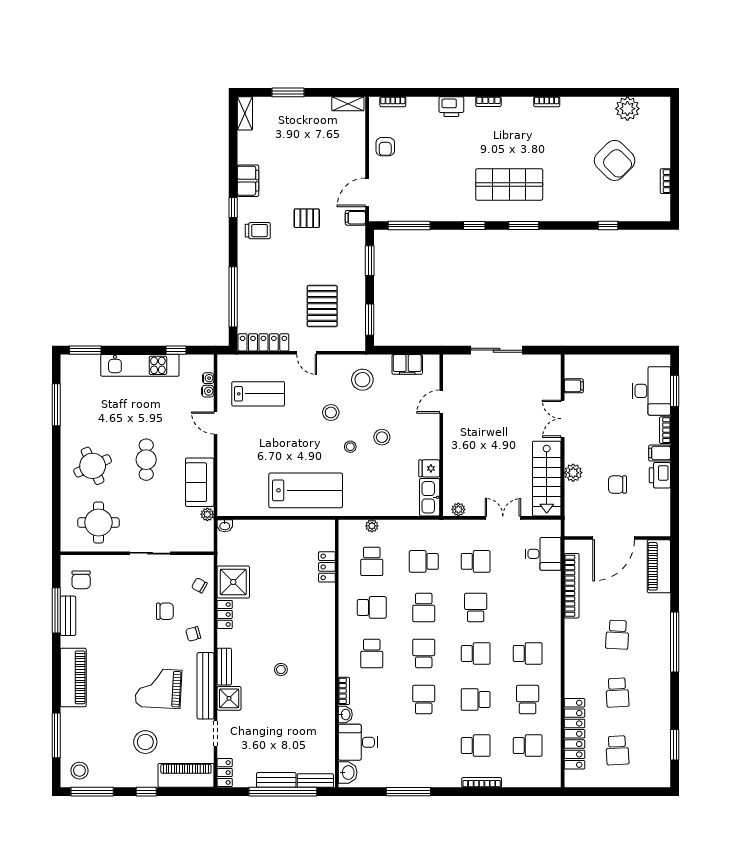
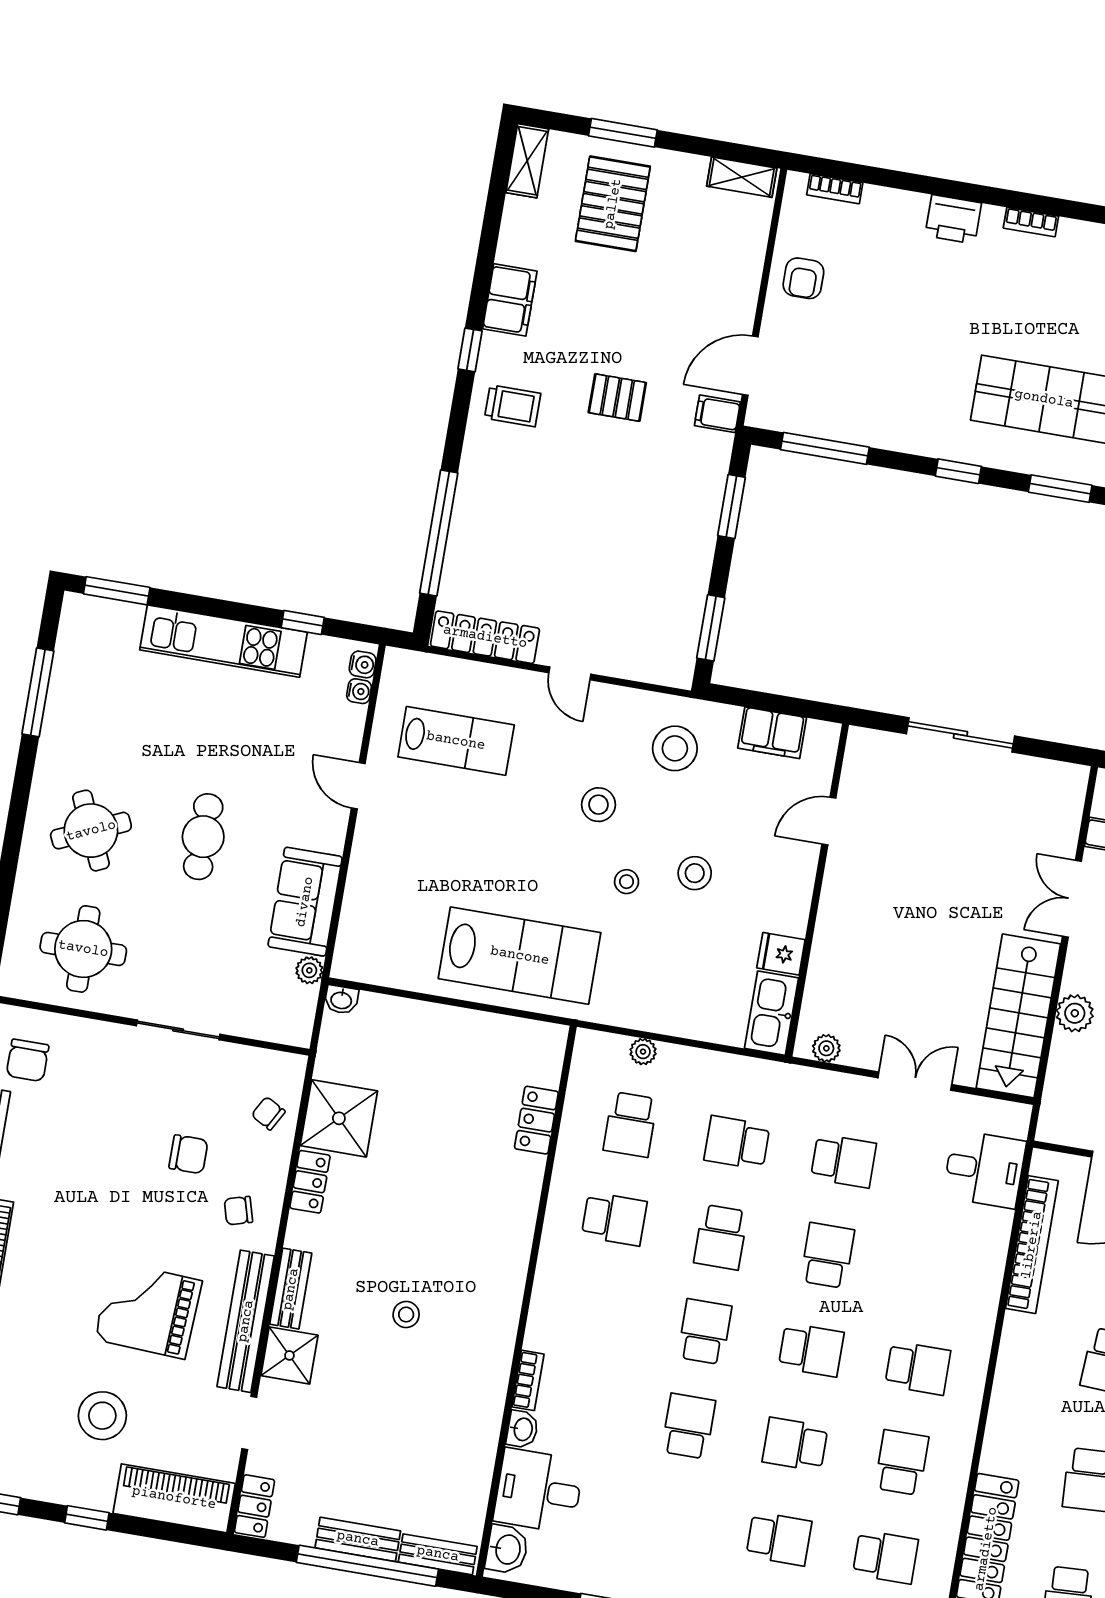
pallet: (322, 306) -> (613, 204), moved
water cooler: (208, 391) -> (363, 664), moved
school desk: (372, 653) -> (598, 1313), removed

